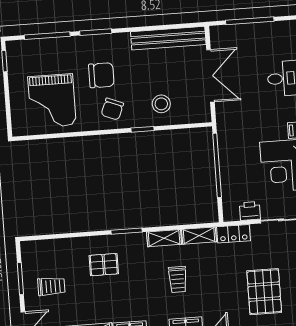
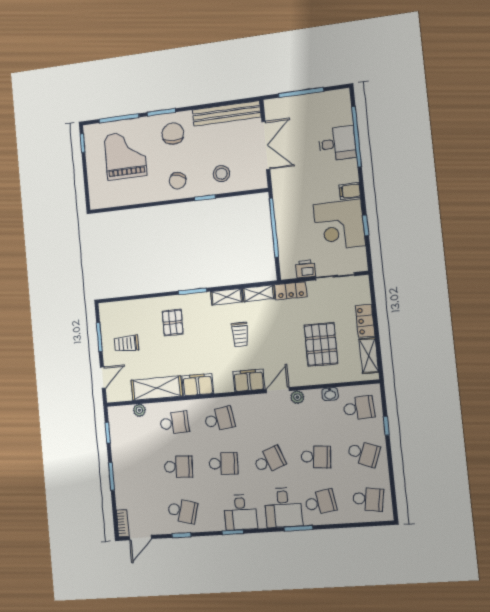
chair: (101, 75) -> (173, 134), moved, turned -87
grand piano: (52, 101) -> (125, 155), moved, turned 180
pallet: (104, 265) -> (173, 323), turned 90
trolley: (51, 286) -> (126, 343), turned 180

